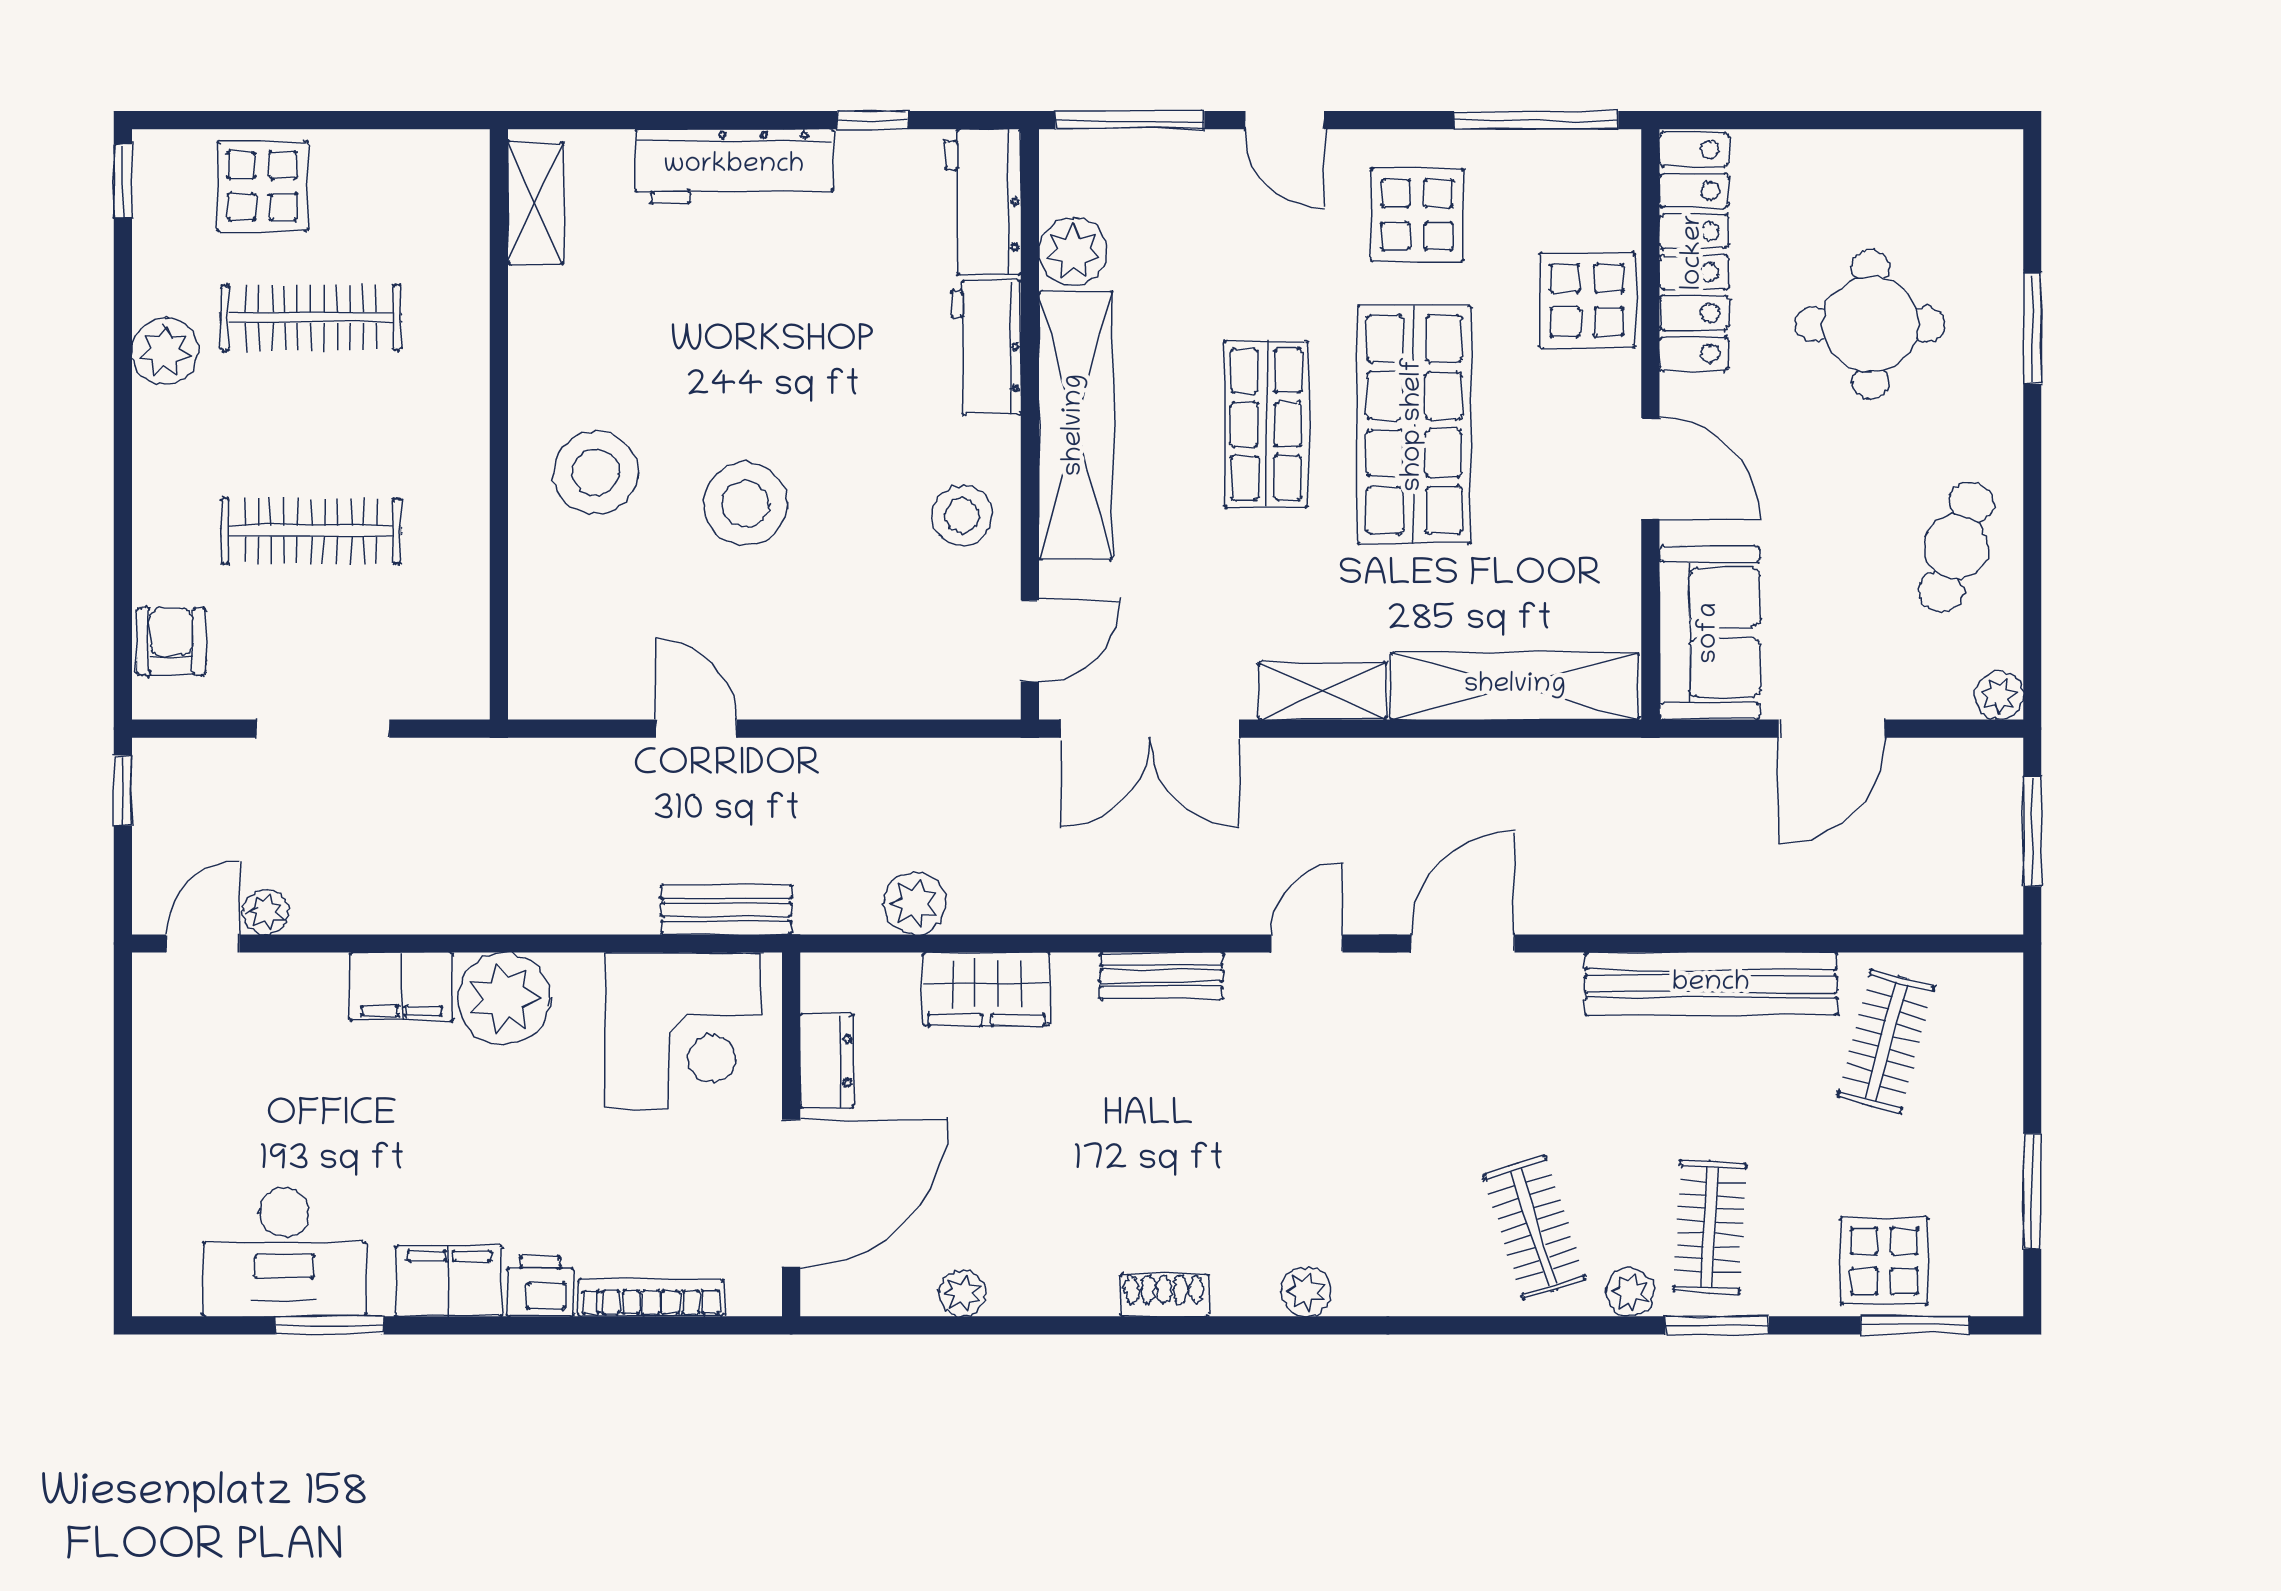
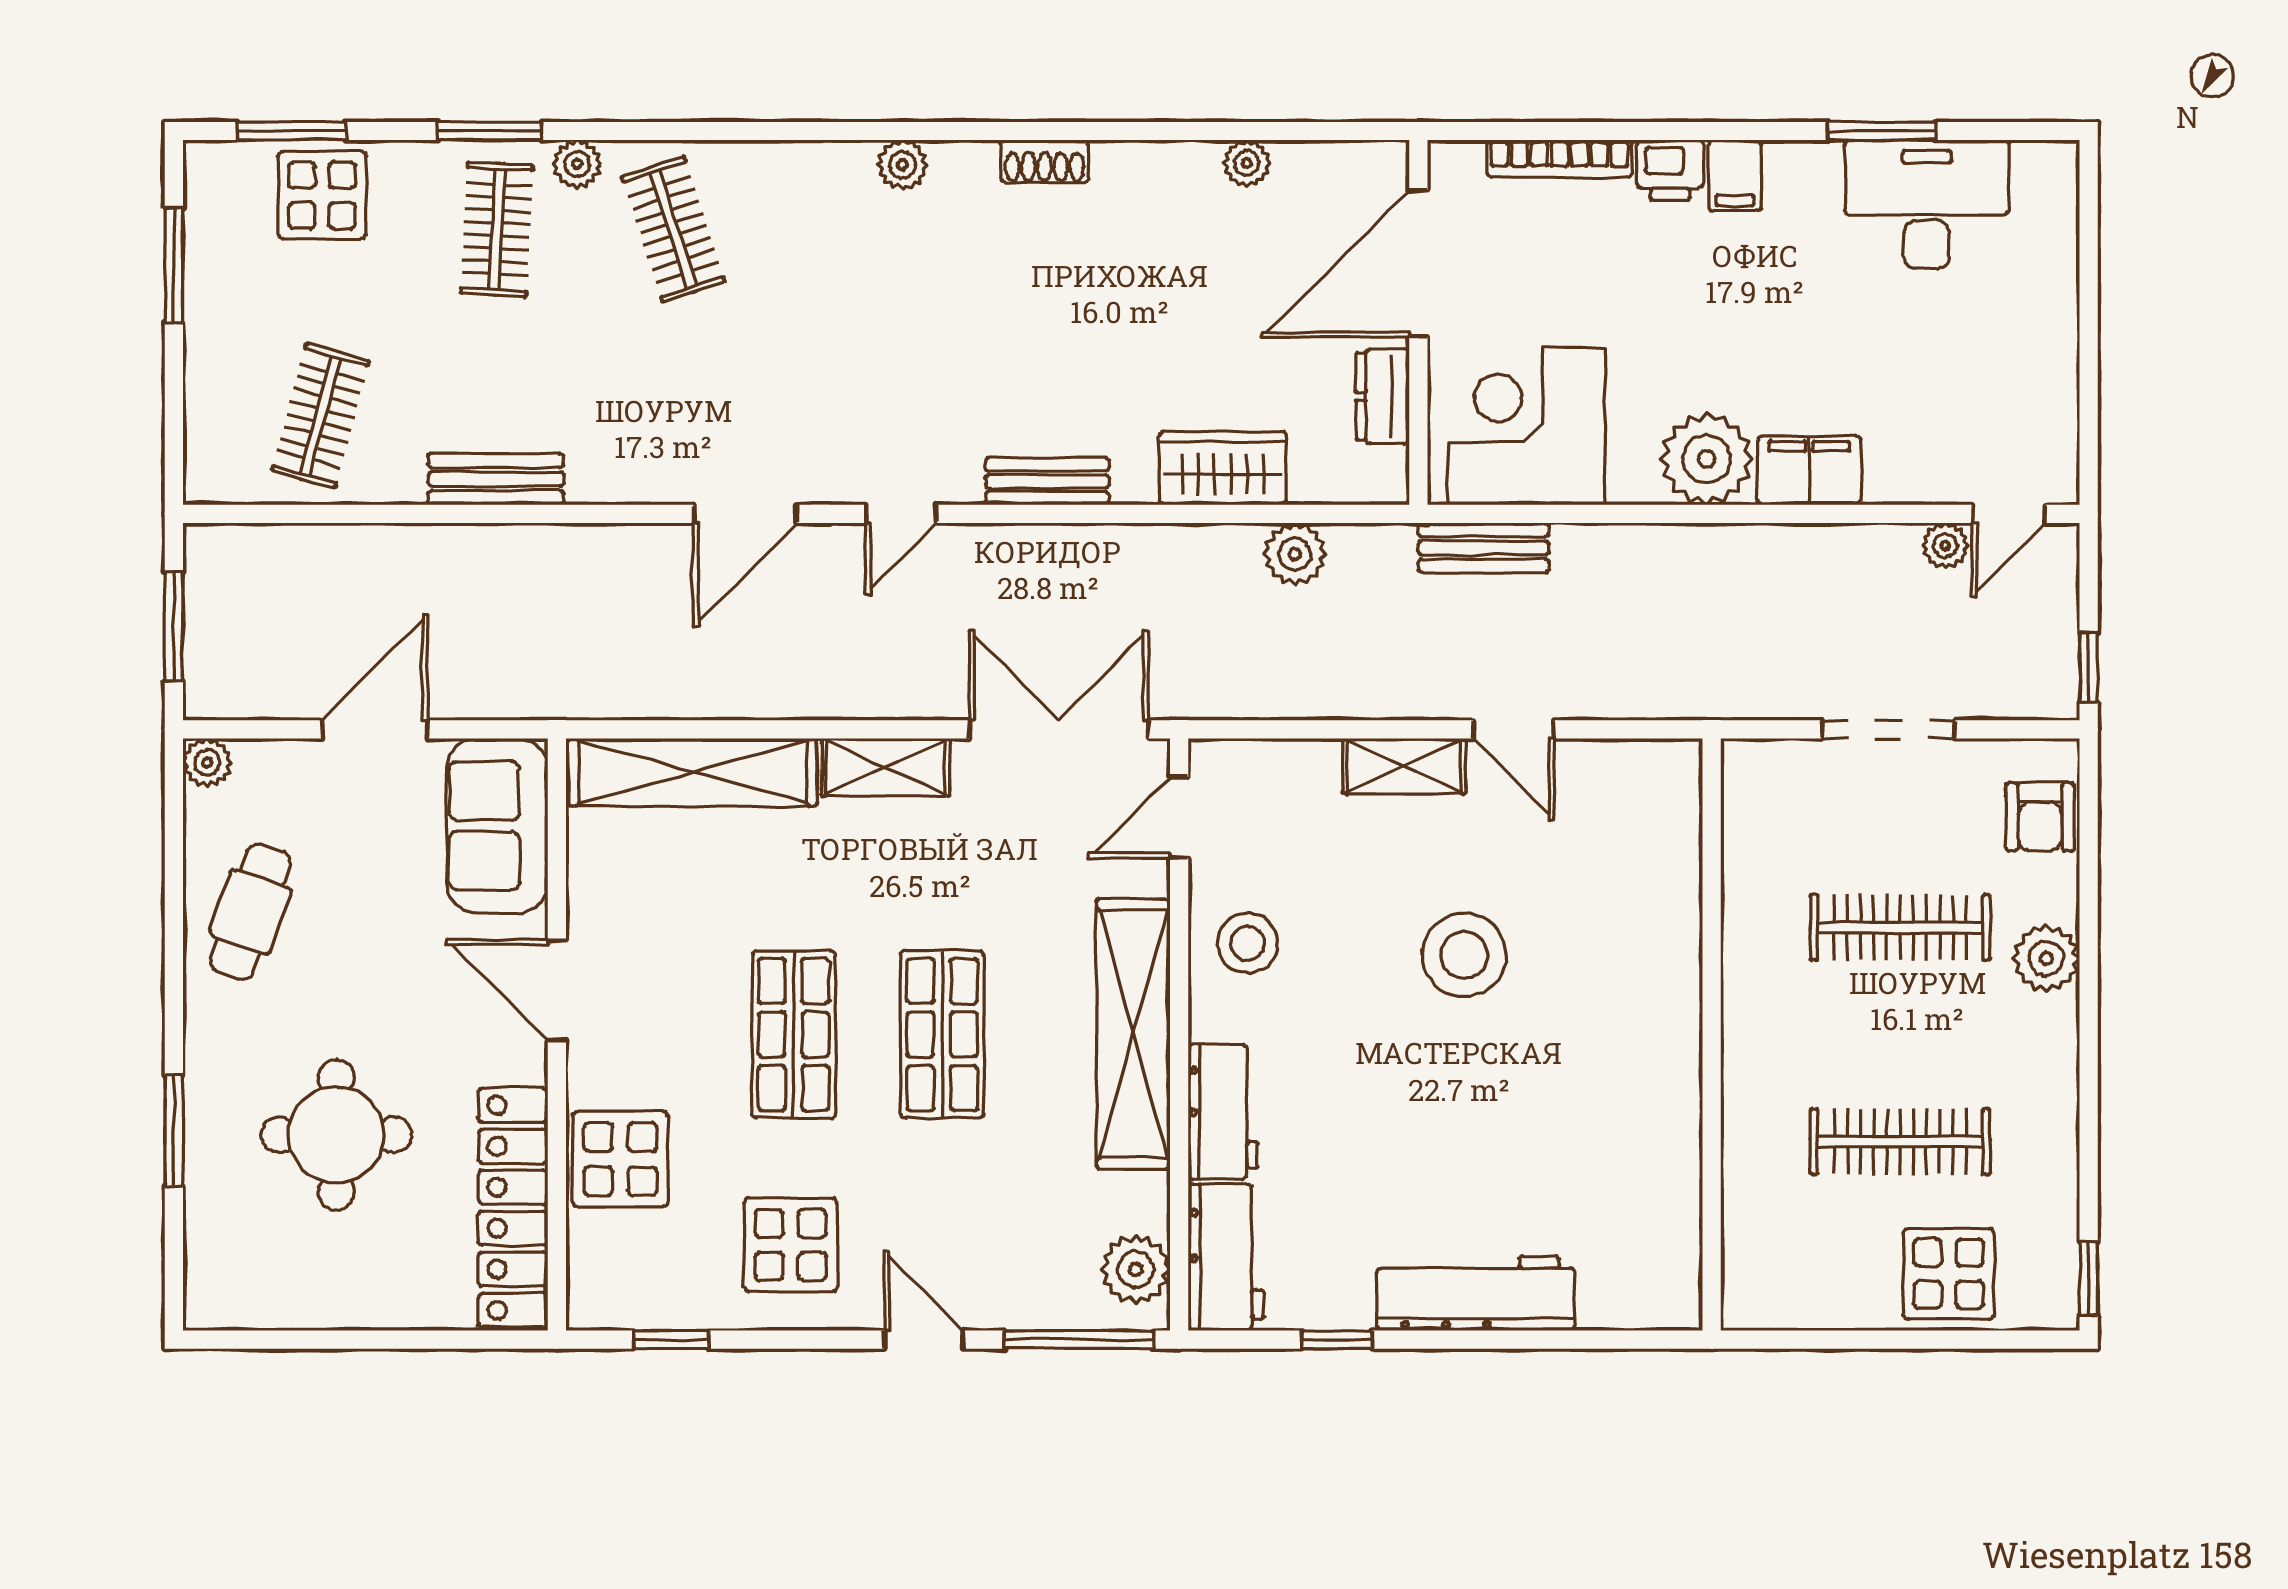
window: (1536, 120) -> (671, 1340), width x0.46
shelving: (535, 203) -> (1404, 766), moved, turned 90
plant: (1073, 252) -> (1136, 1270), moved
plant: (165, 351) -> (2046, 958), moved
shop shelf: (1414, 424) -> (794, 1035), width x0.70, depth x0.74
stool: (596, 473) -> (1614, 986), removed
bench: (1711, 984) -> (496, 479), width x0.54, depth x0.82
filing cabinet: (449, 1281) -> (1735, 176), width x0.50

